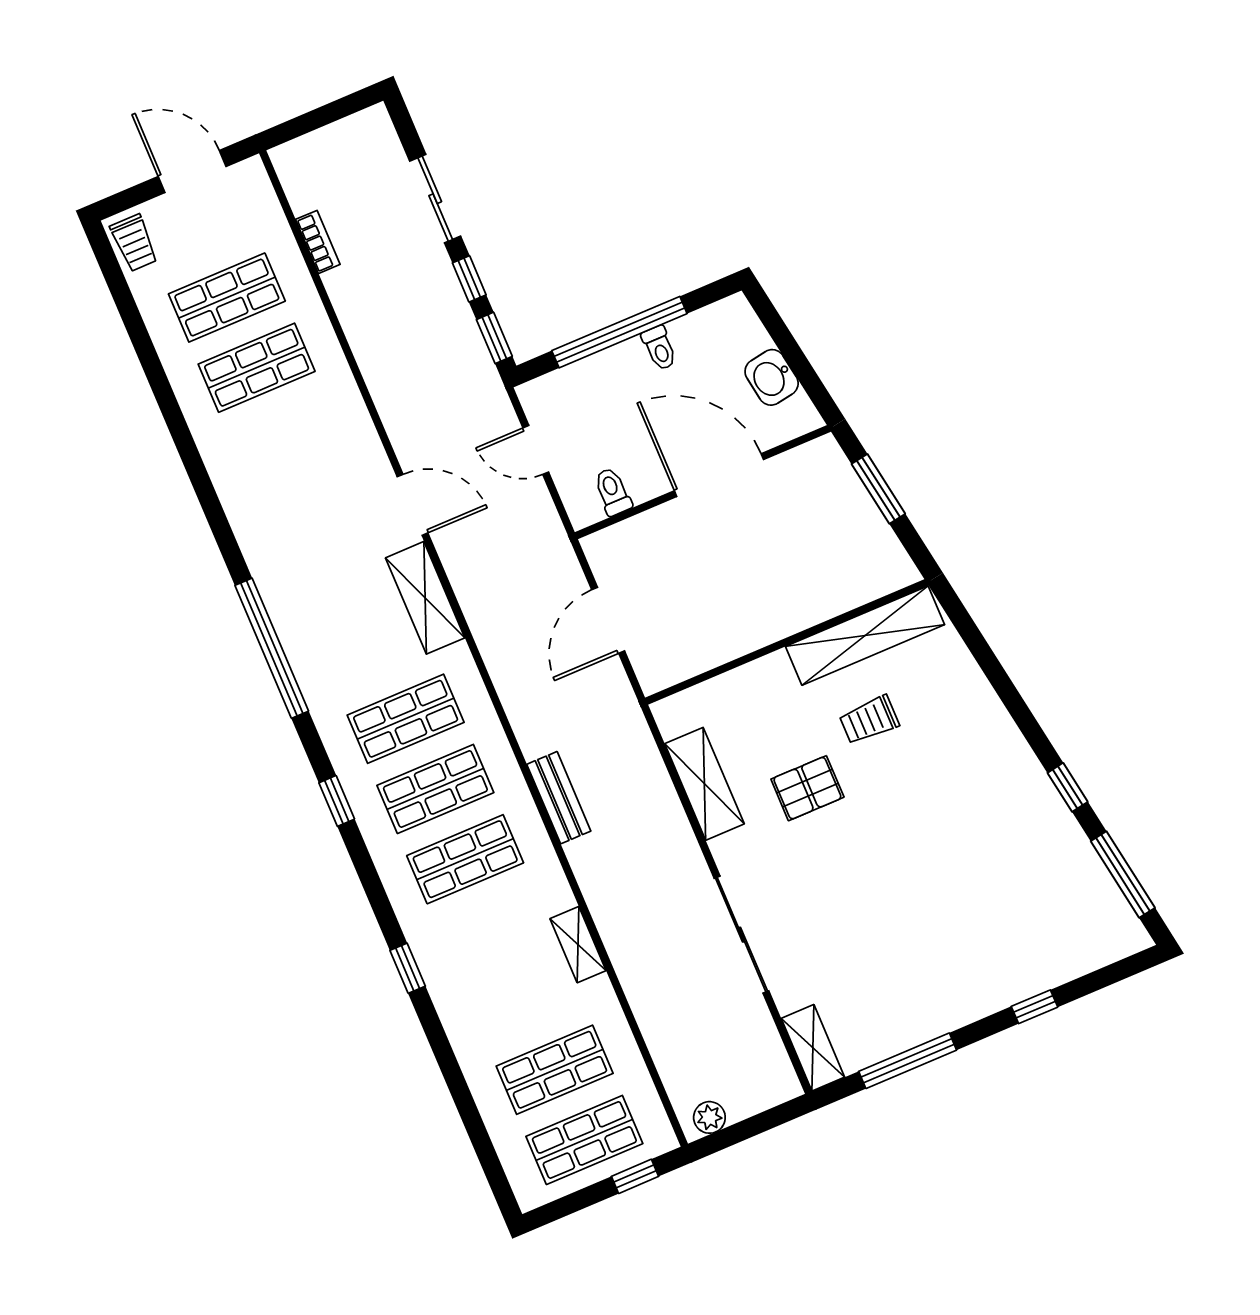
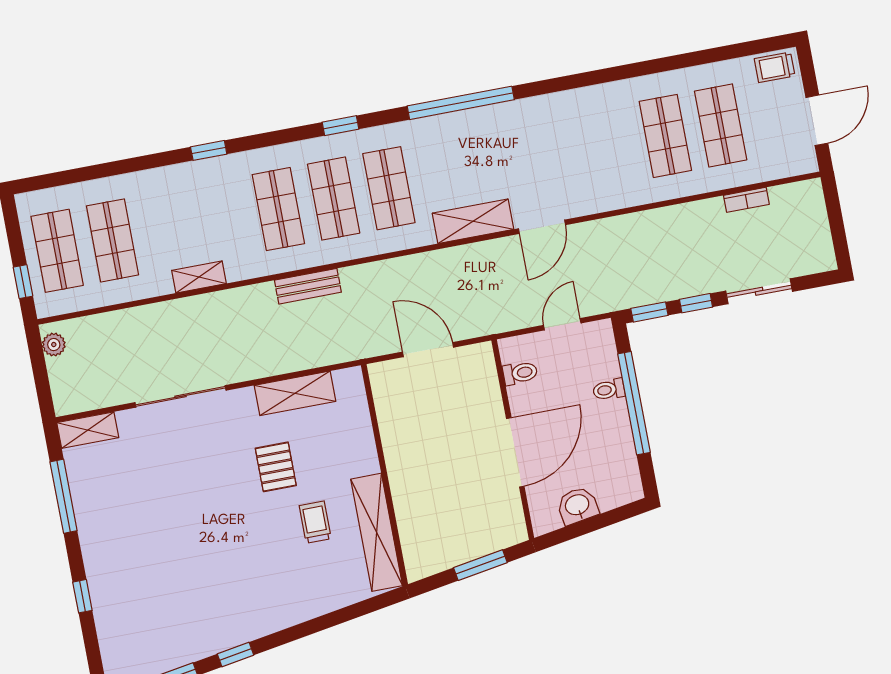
toilet: (659, 348) -> (609, 390), moved

